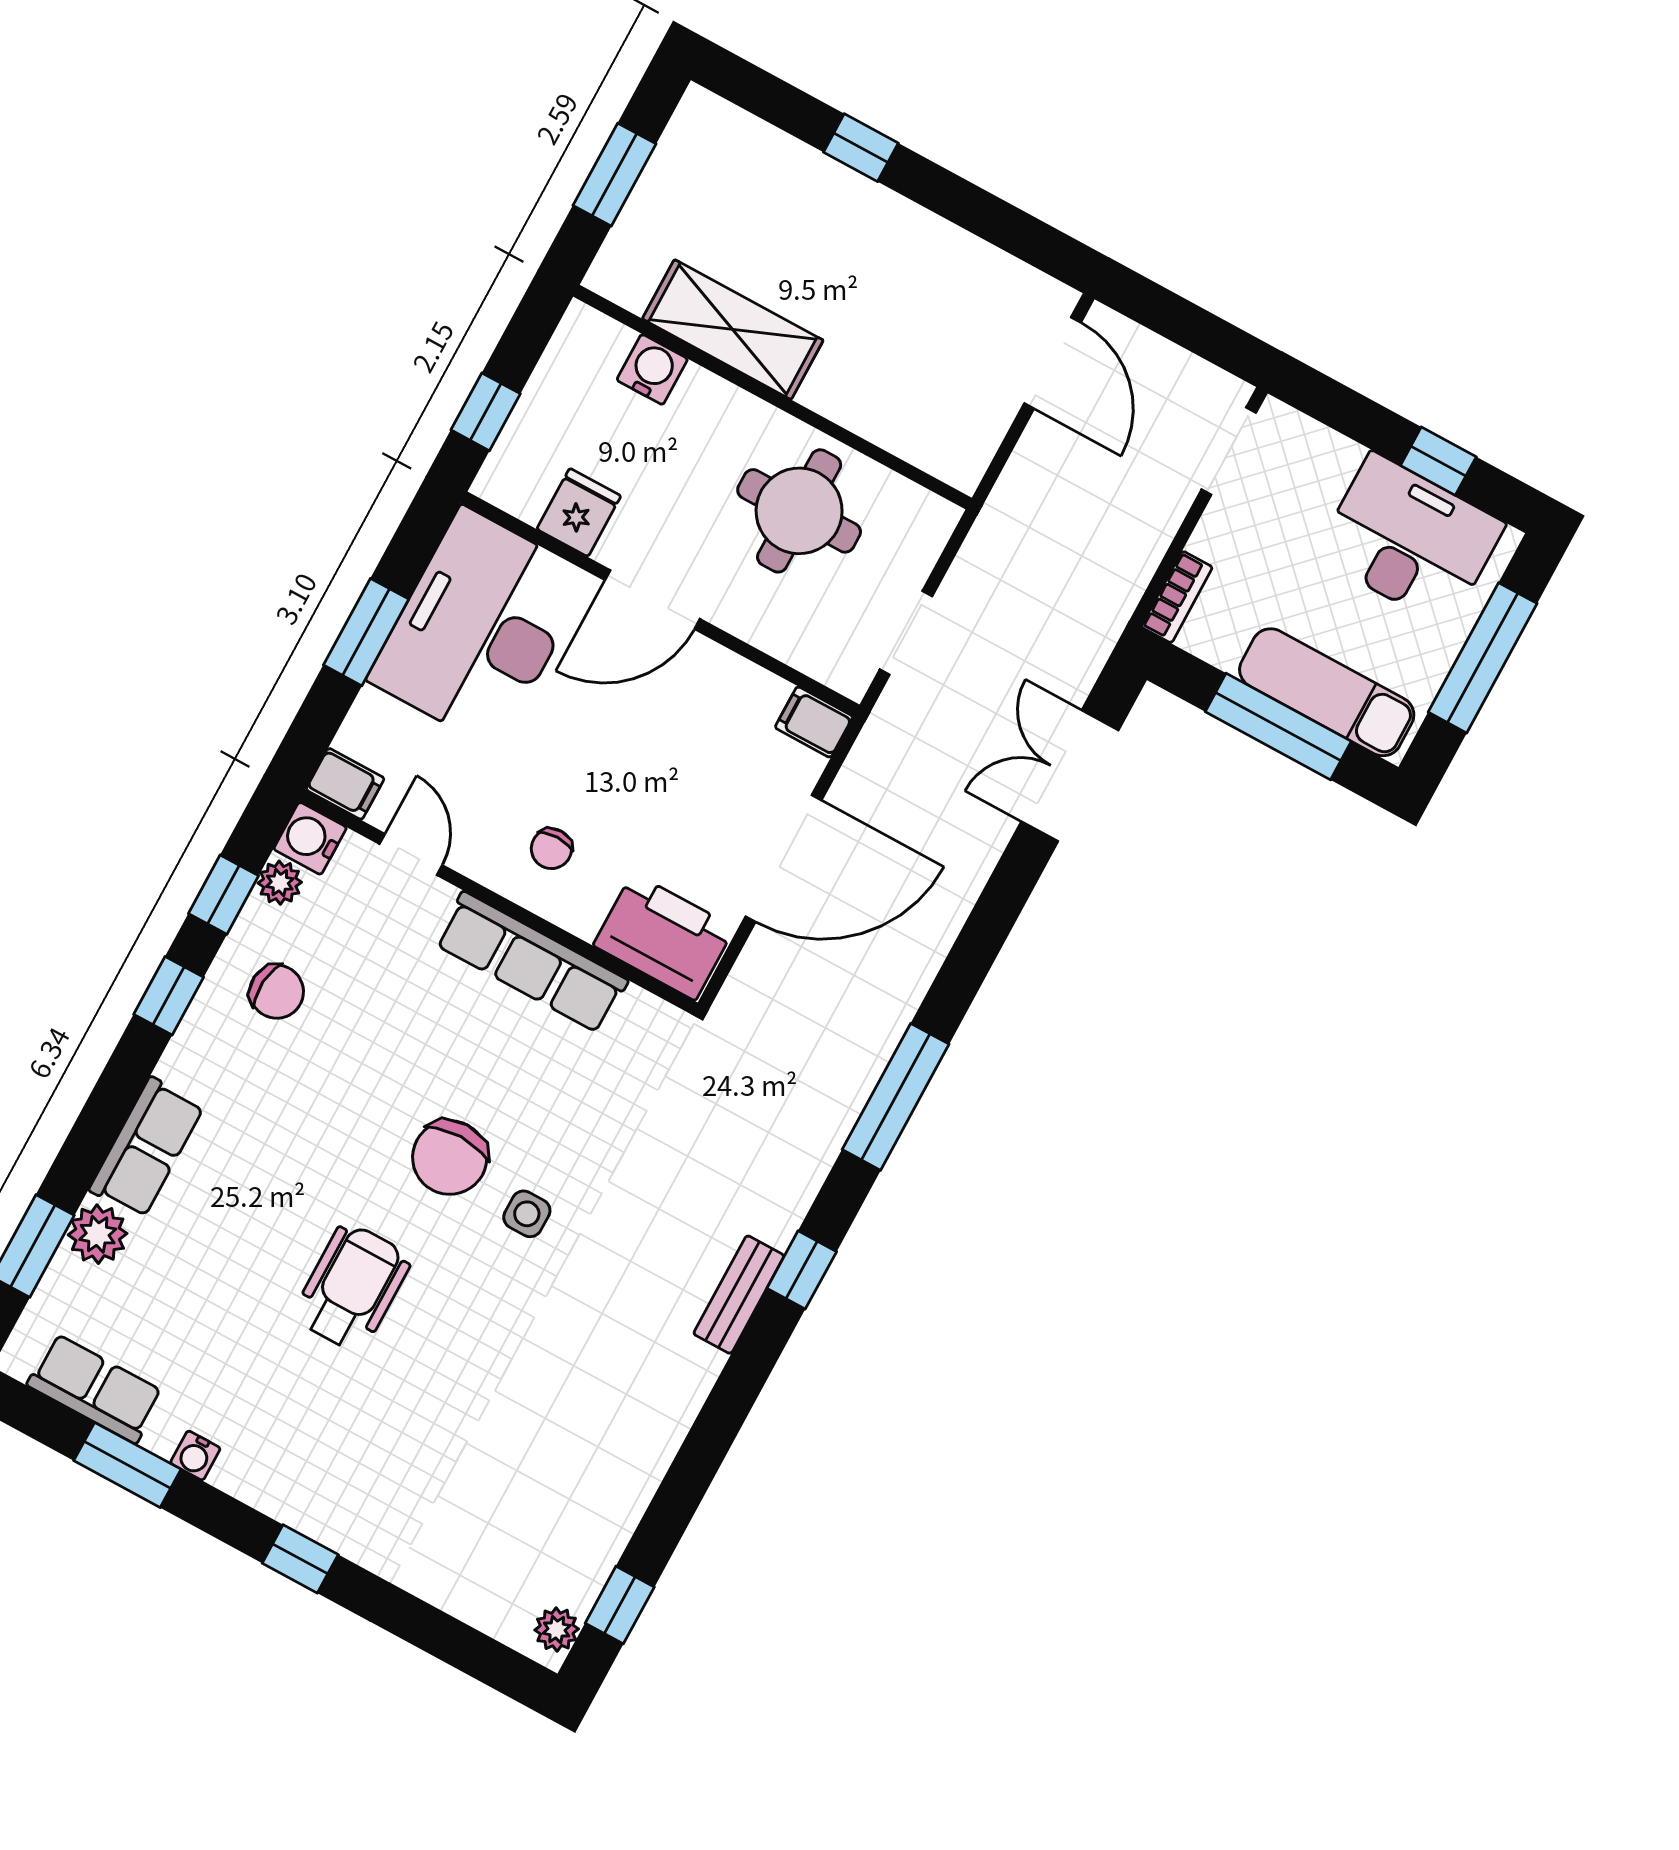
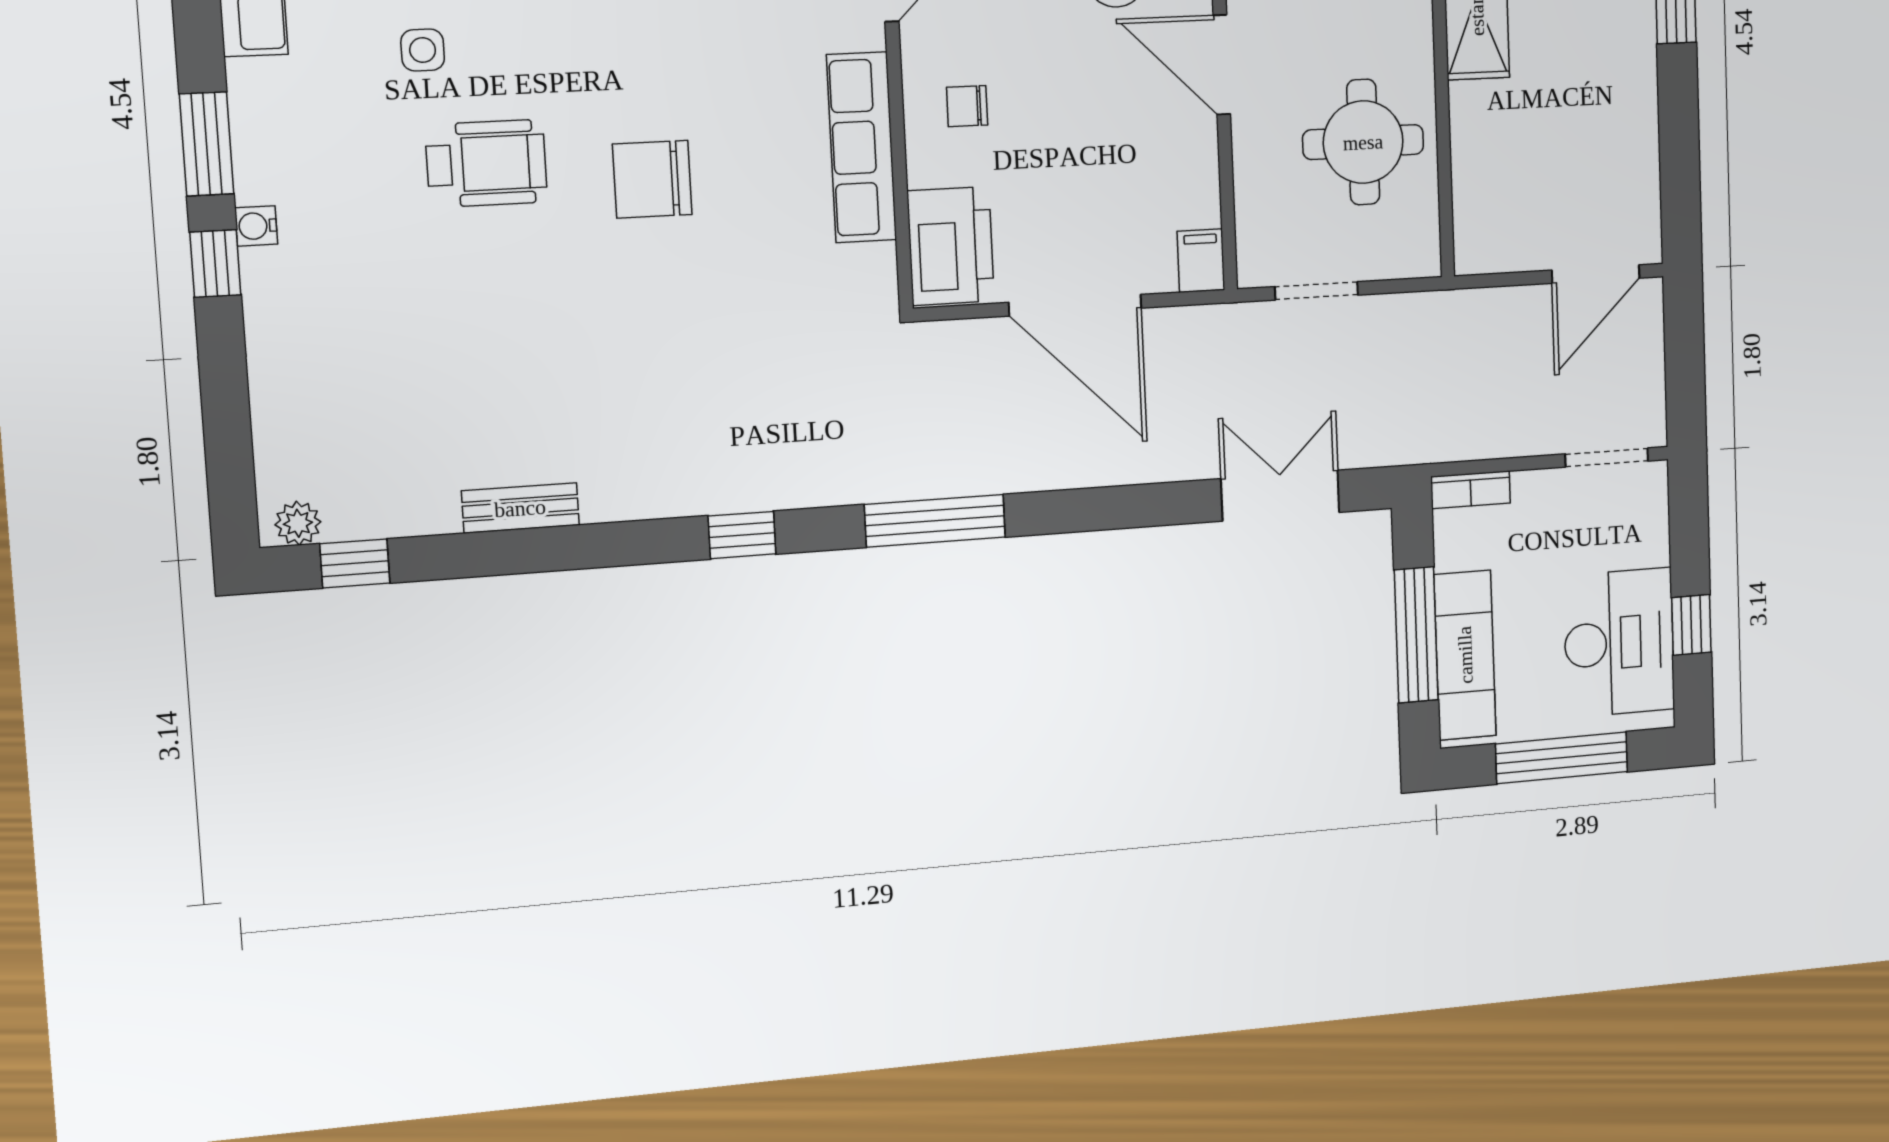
side table: (527, 1214) -> (423, 50), moved
bench: (739, 1295) -> (520, 508), moved
water cooler: (195, 1456) -> (256, 226), moved
window: (127, 1465) -> (207, 144), moved

